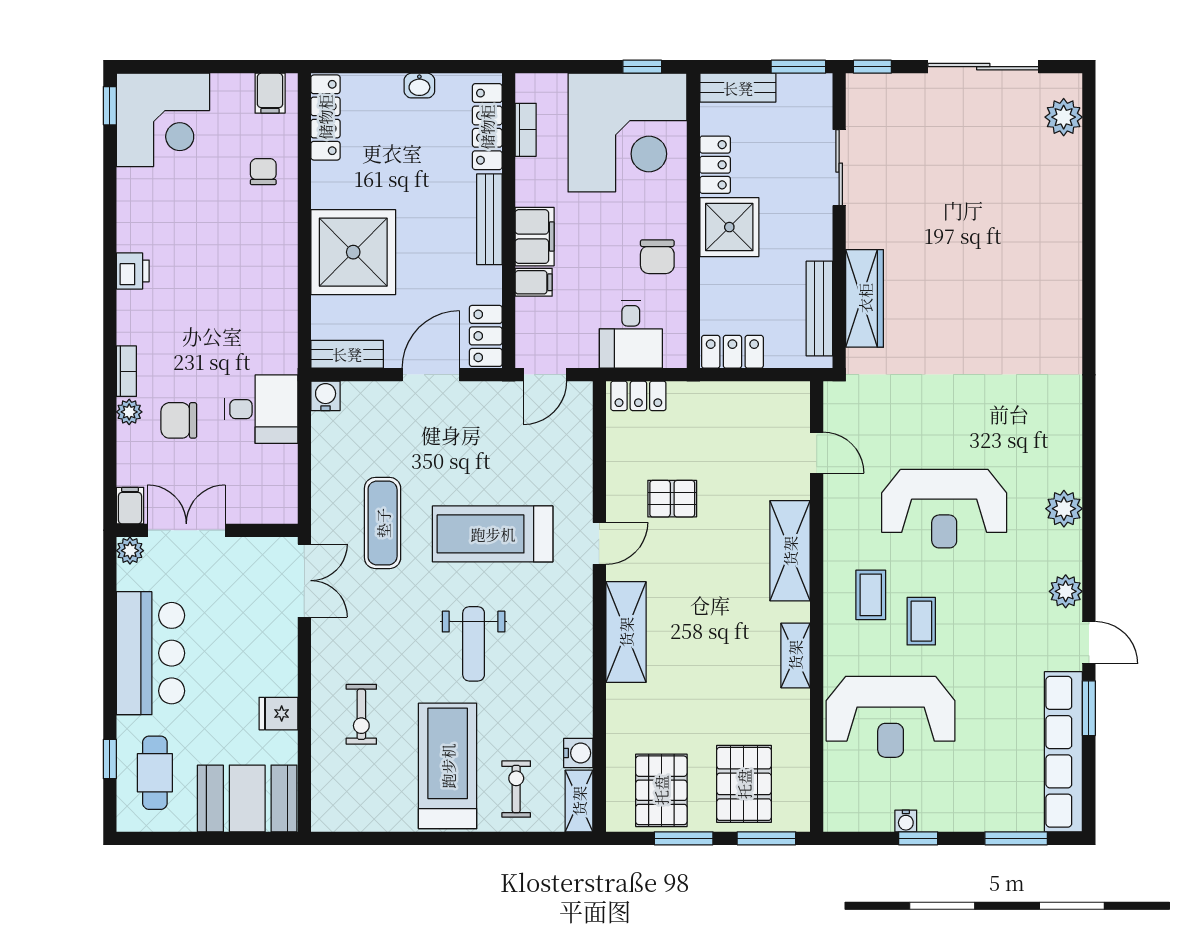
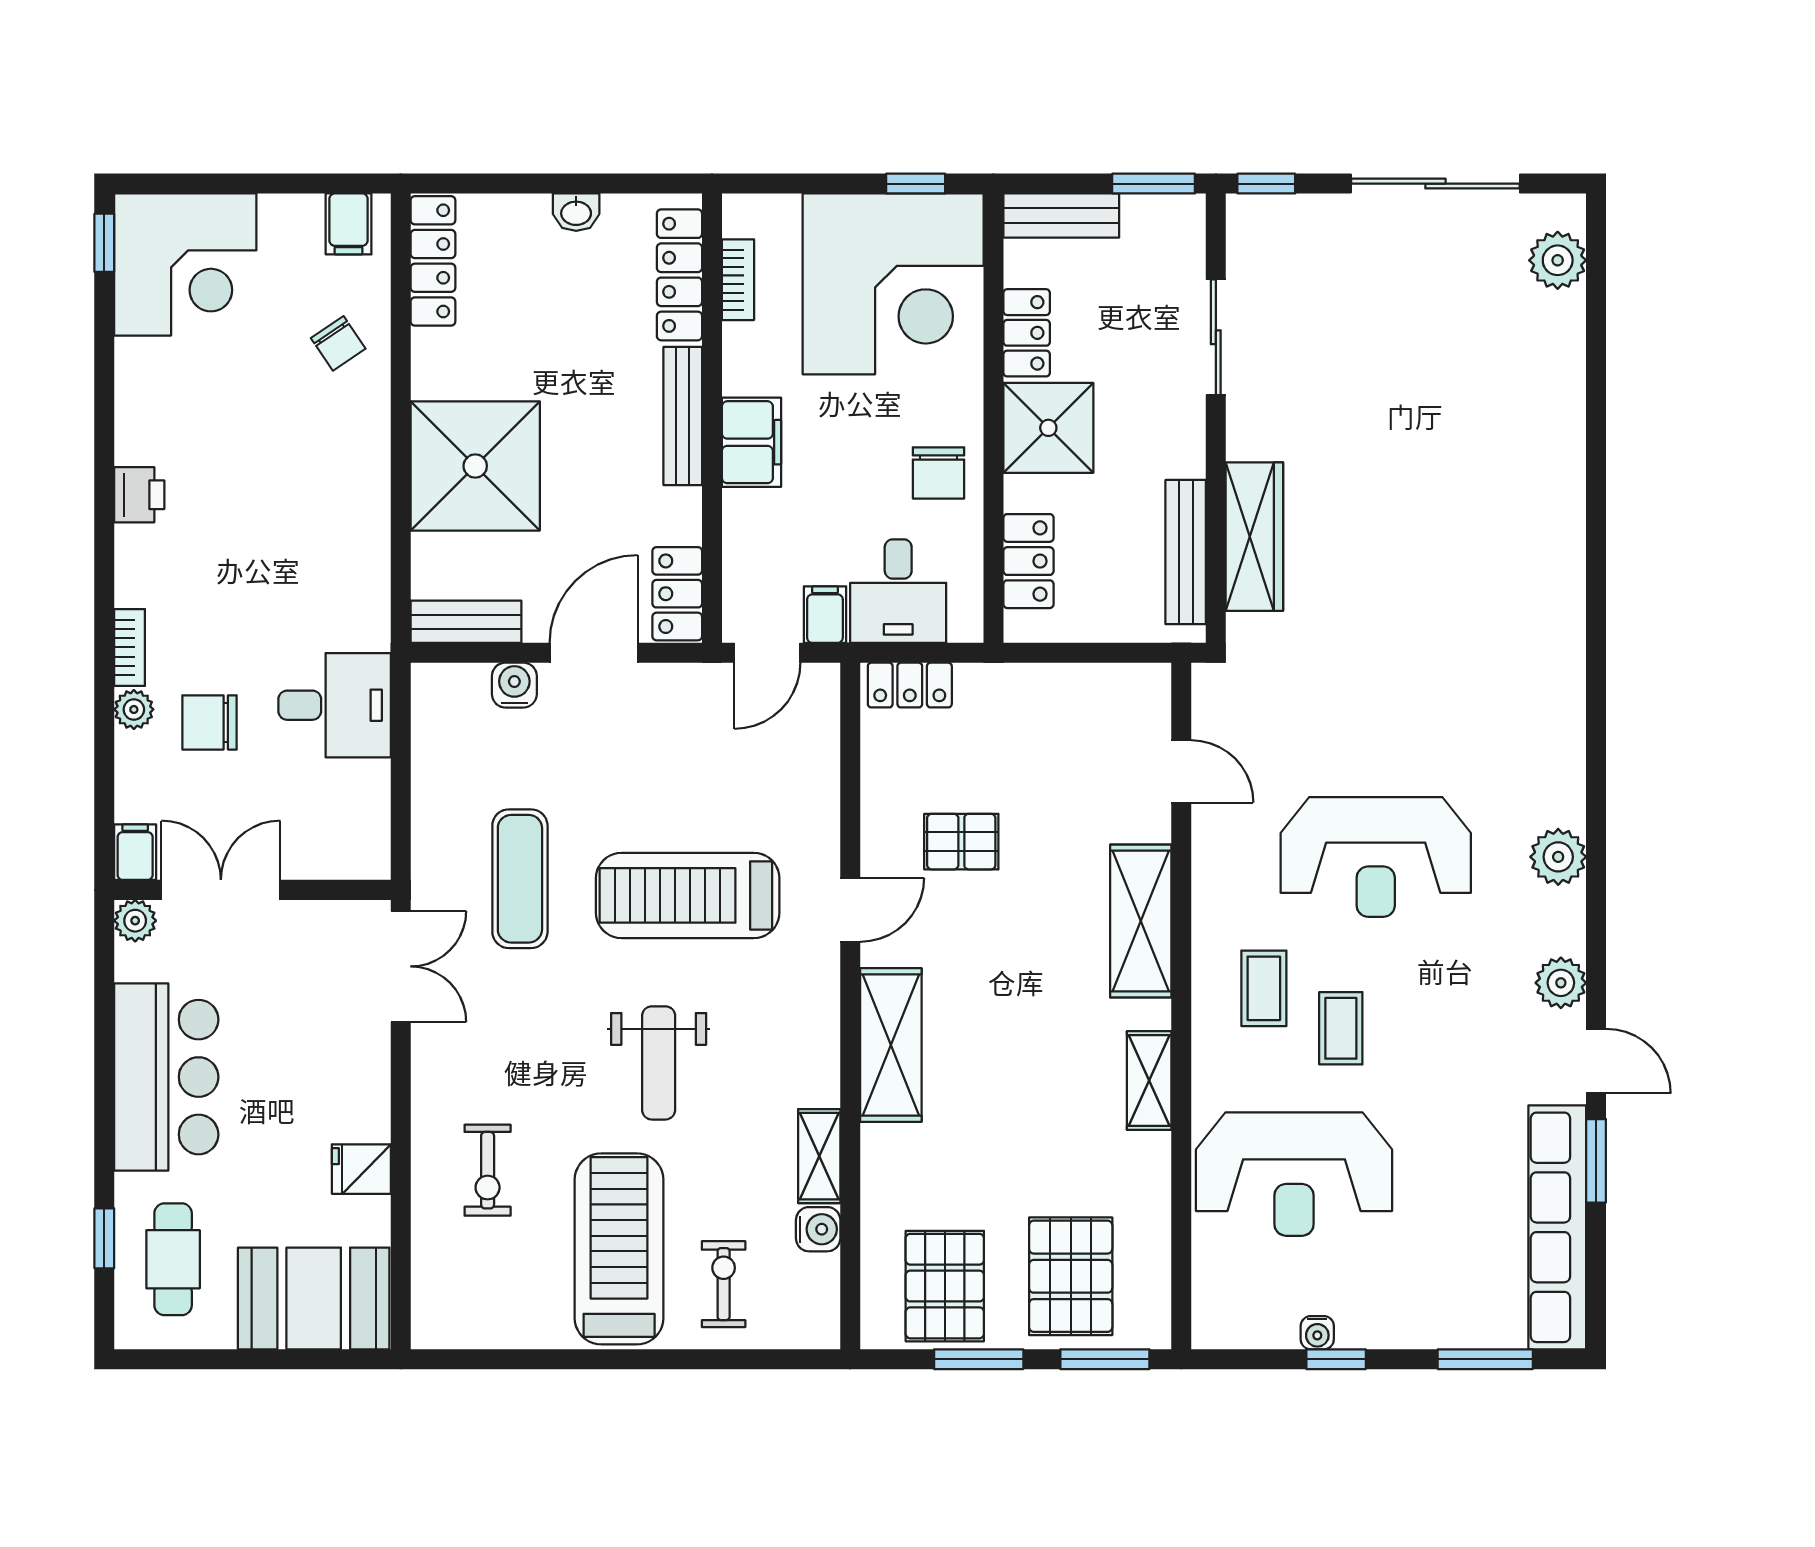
chair: (263, 172) -> (338, 343), turned 146
filing cabinet: (534, 282) -> (825, 615), moved, turned -90
locker: (732, 352) -> (1028, 561), moved, turned 90
water cooler: (326, 396) -> (514, 685), moved
shelving: (579, 801) -> (819, 1156), moved

